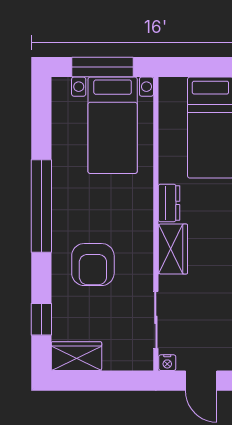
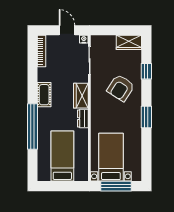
window: (41, 206) -> (146, 117), width x0.47
armchair: (93, 265) -> (121, 88), turned -147
window: (41, 319) -> (146, 71), moved

